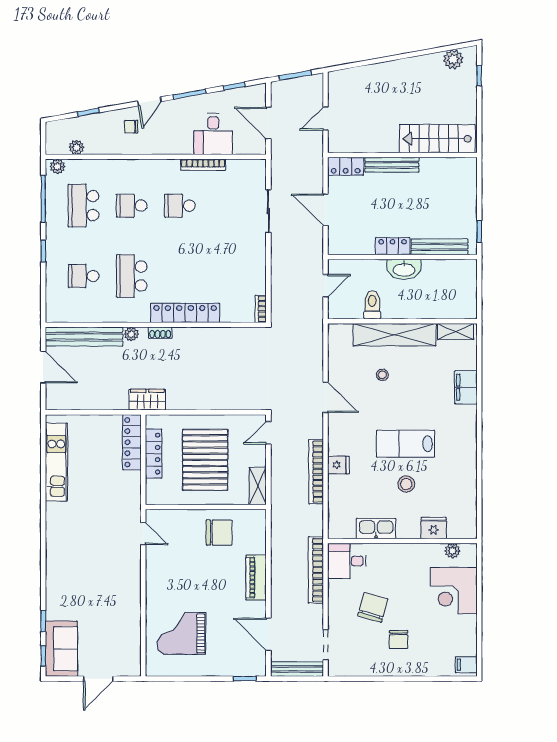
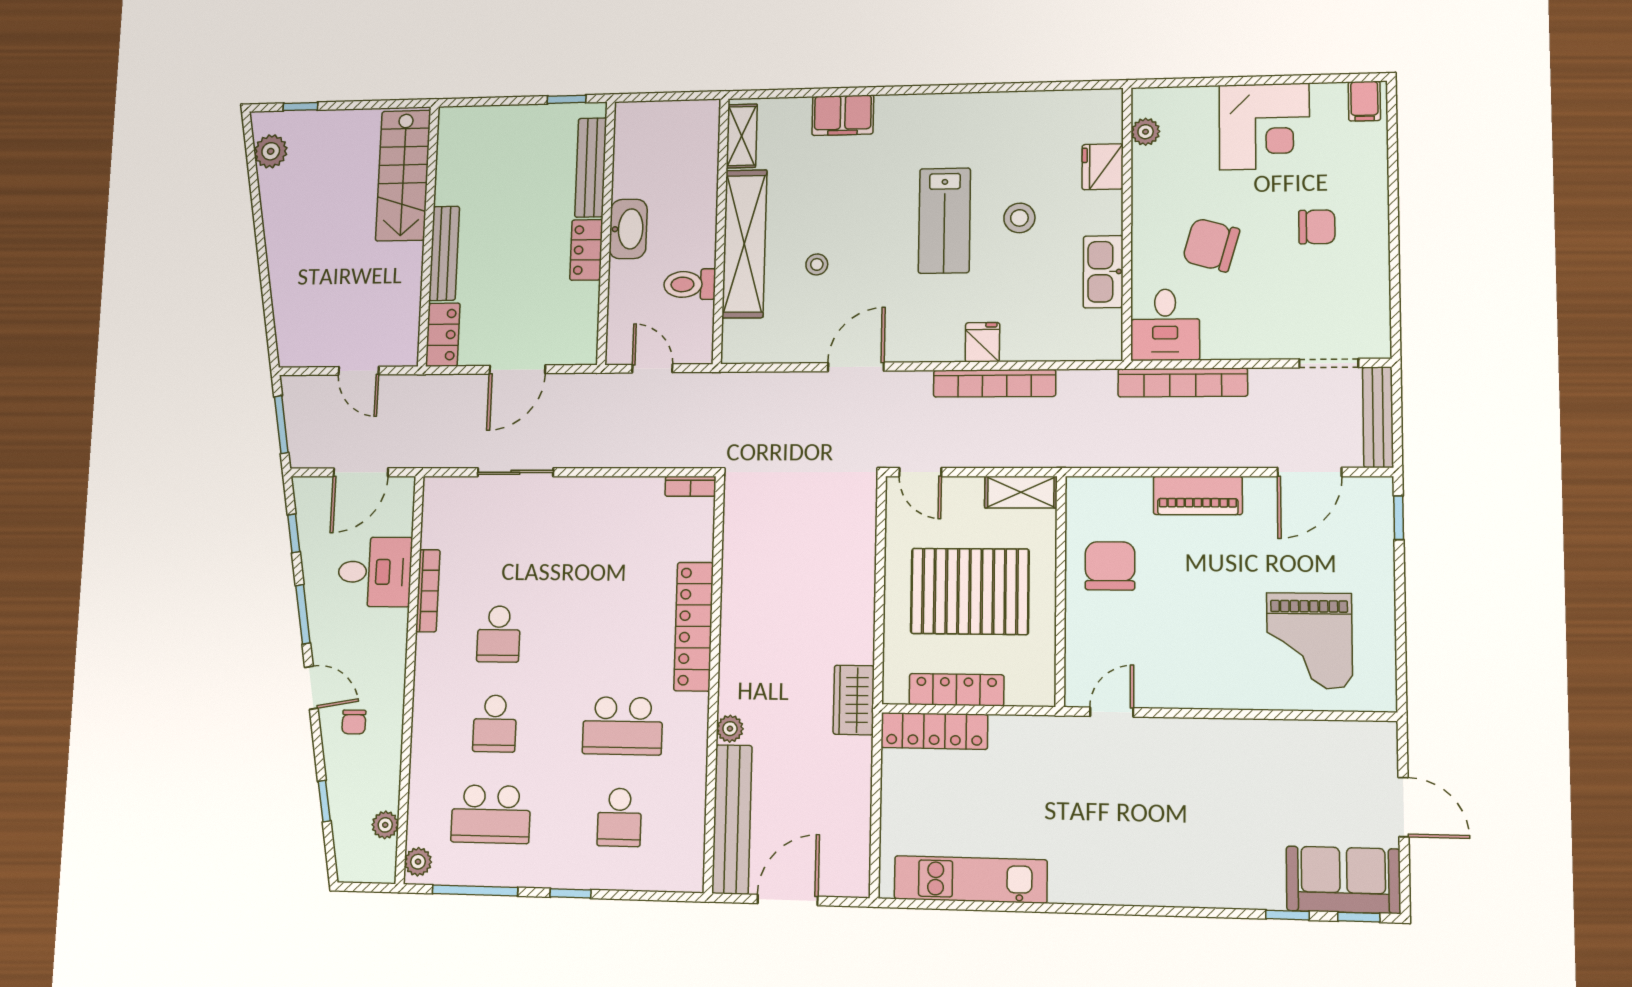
shoe rack: (160, 333) -> (729, 674), removed
corner desk: (454, 591) -> (1264, 126), moved
chair: (373, 607) -> (1211, 245), moved

